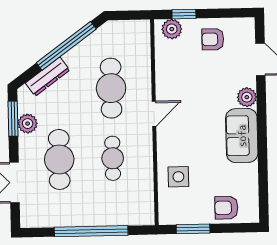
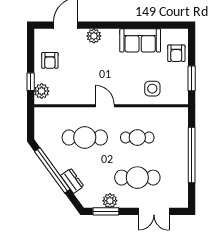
dresser: (48, 77) -> (72, 181), width x0.70
sofa: (242, 136) -> (140, 40), moved

